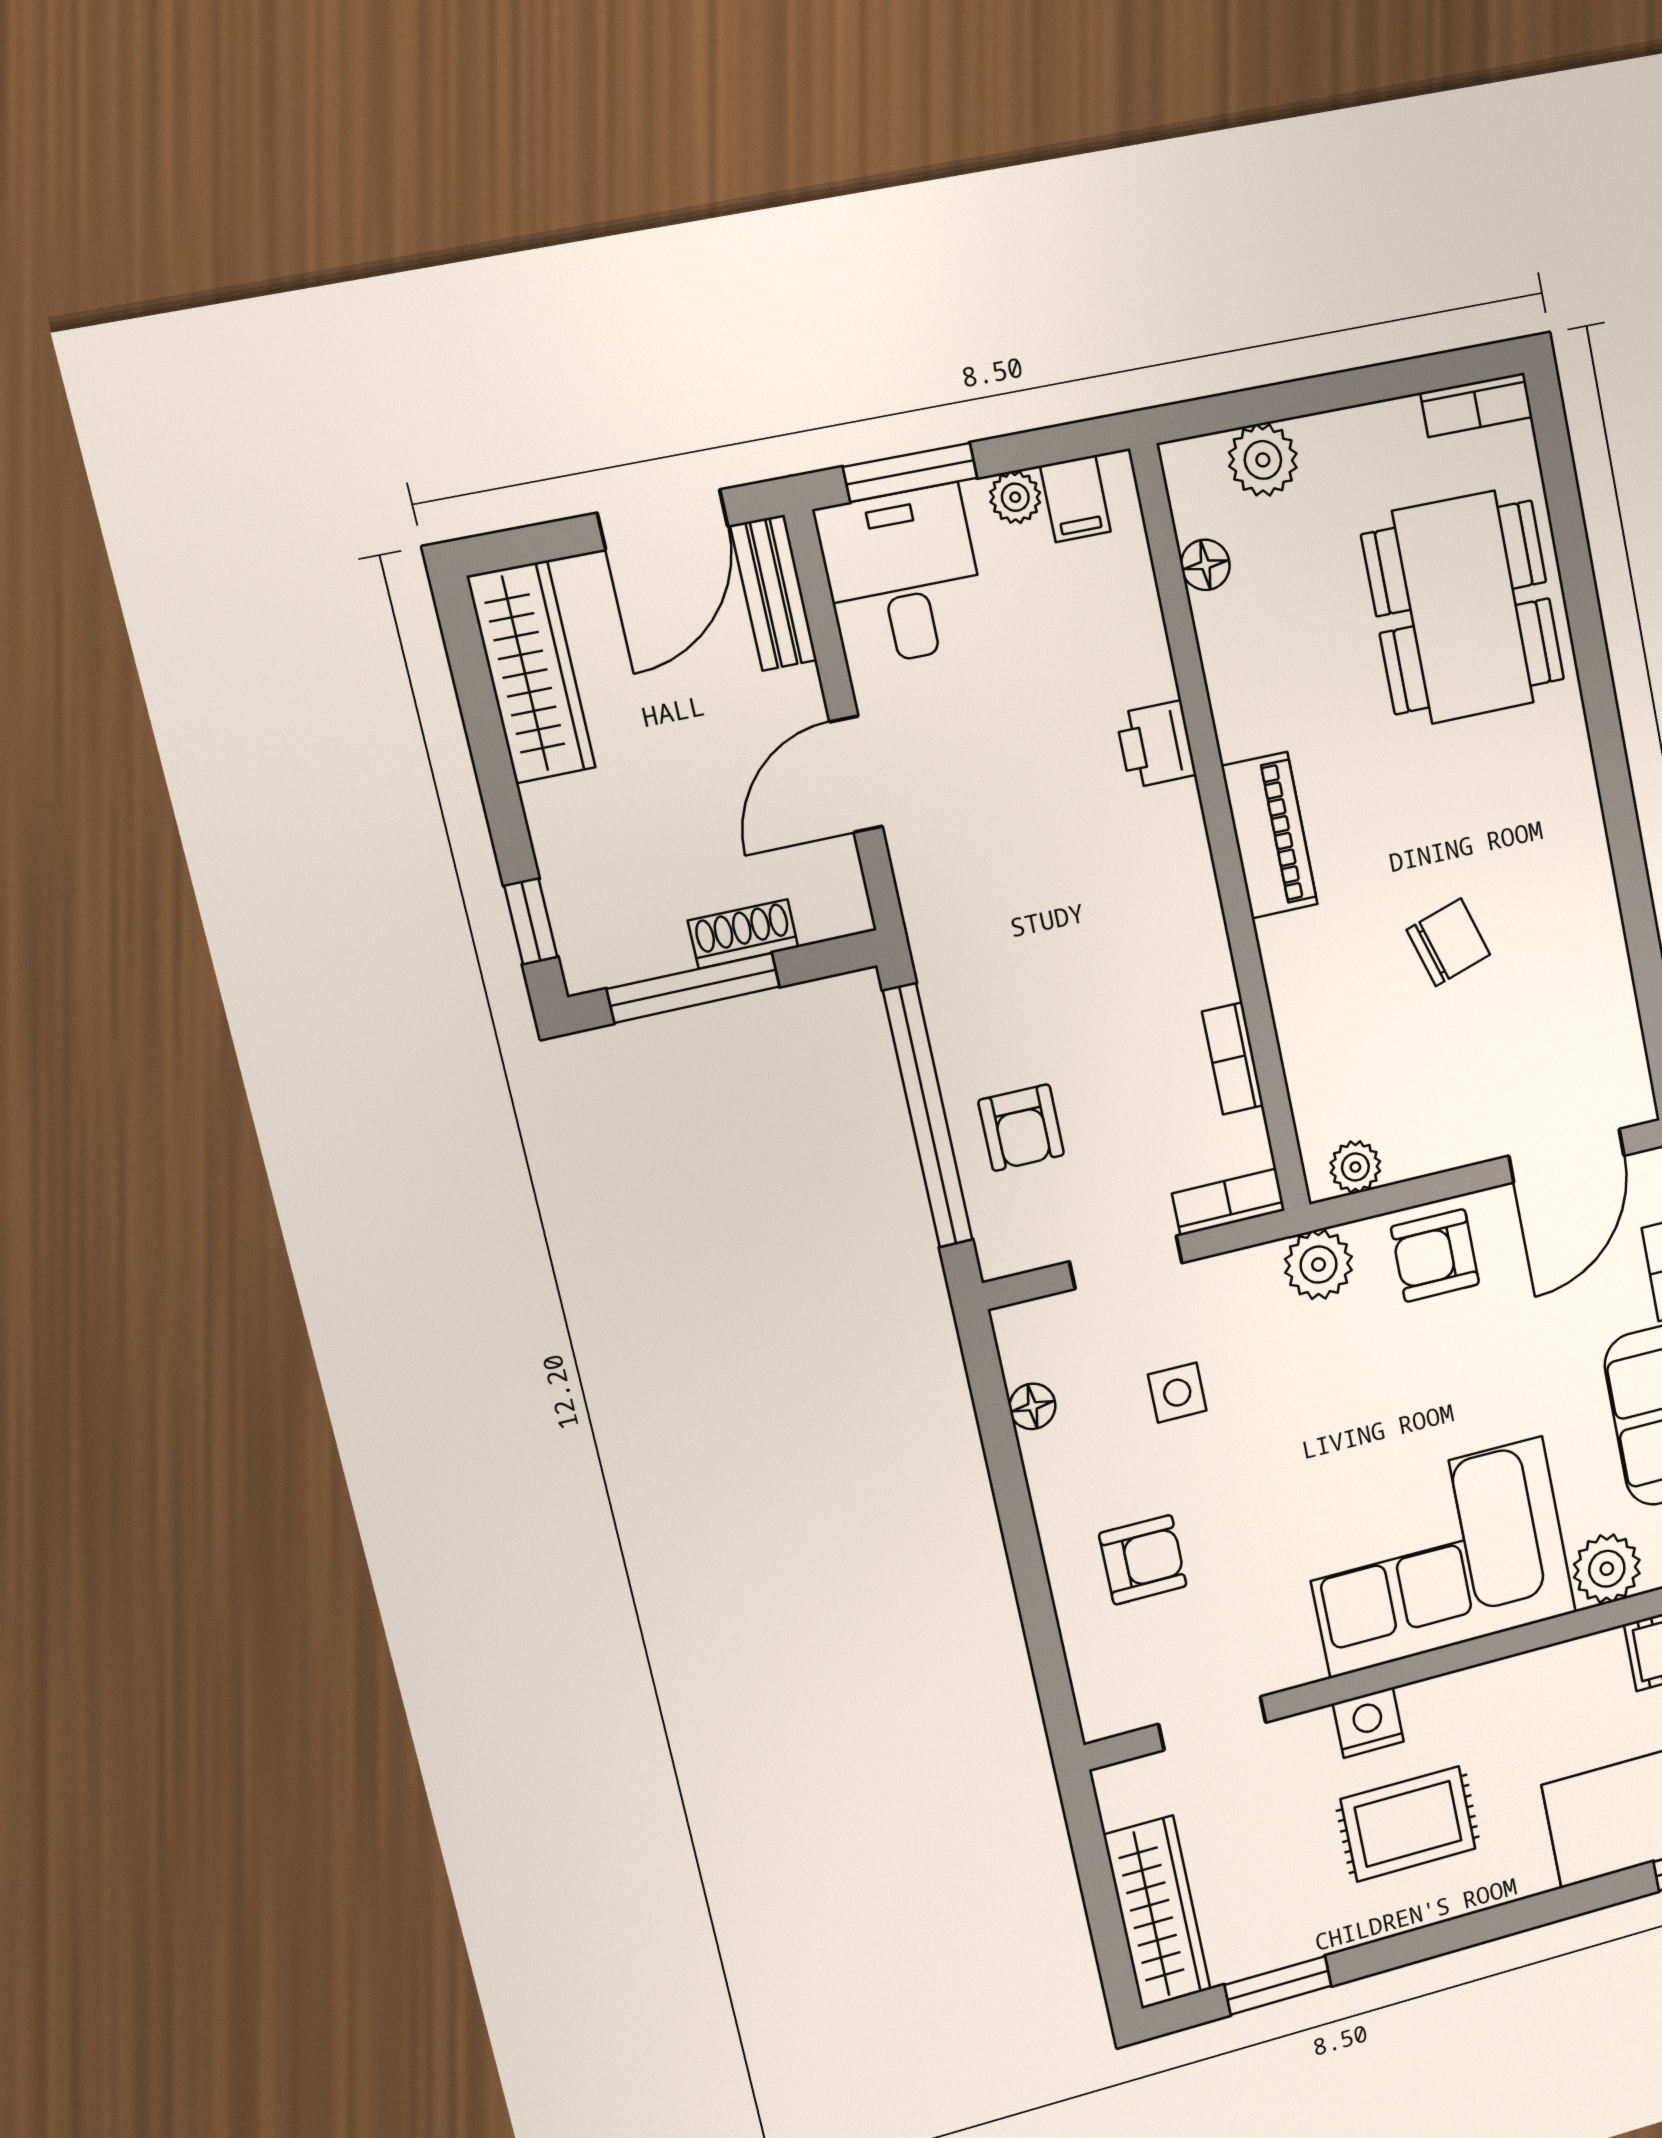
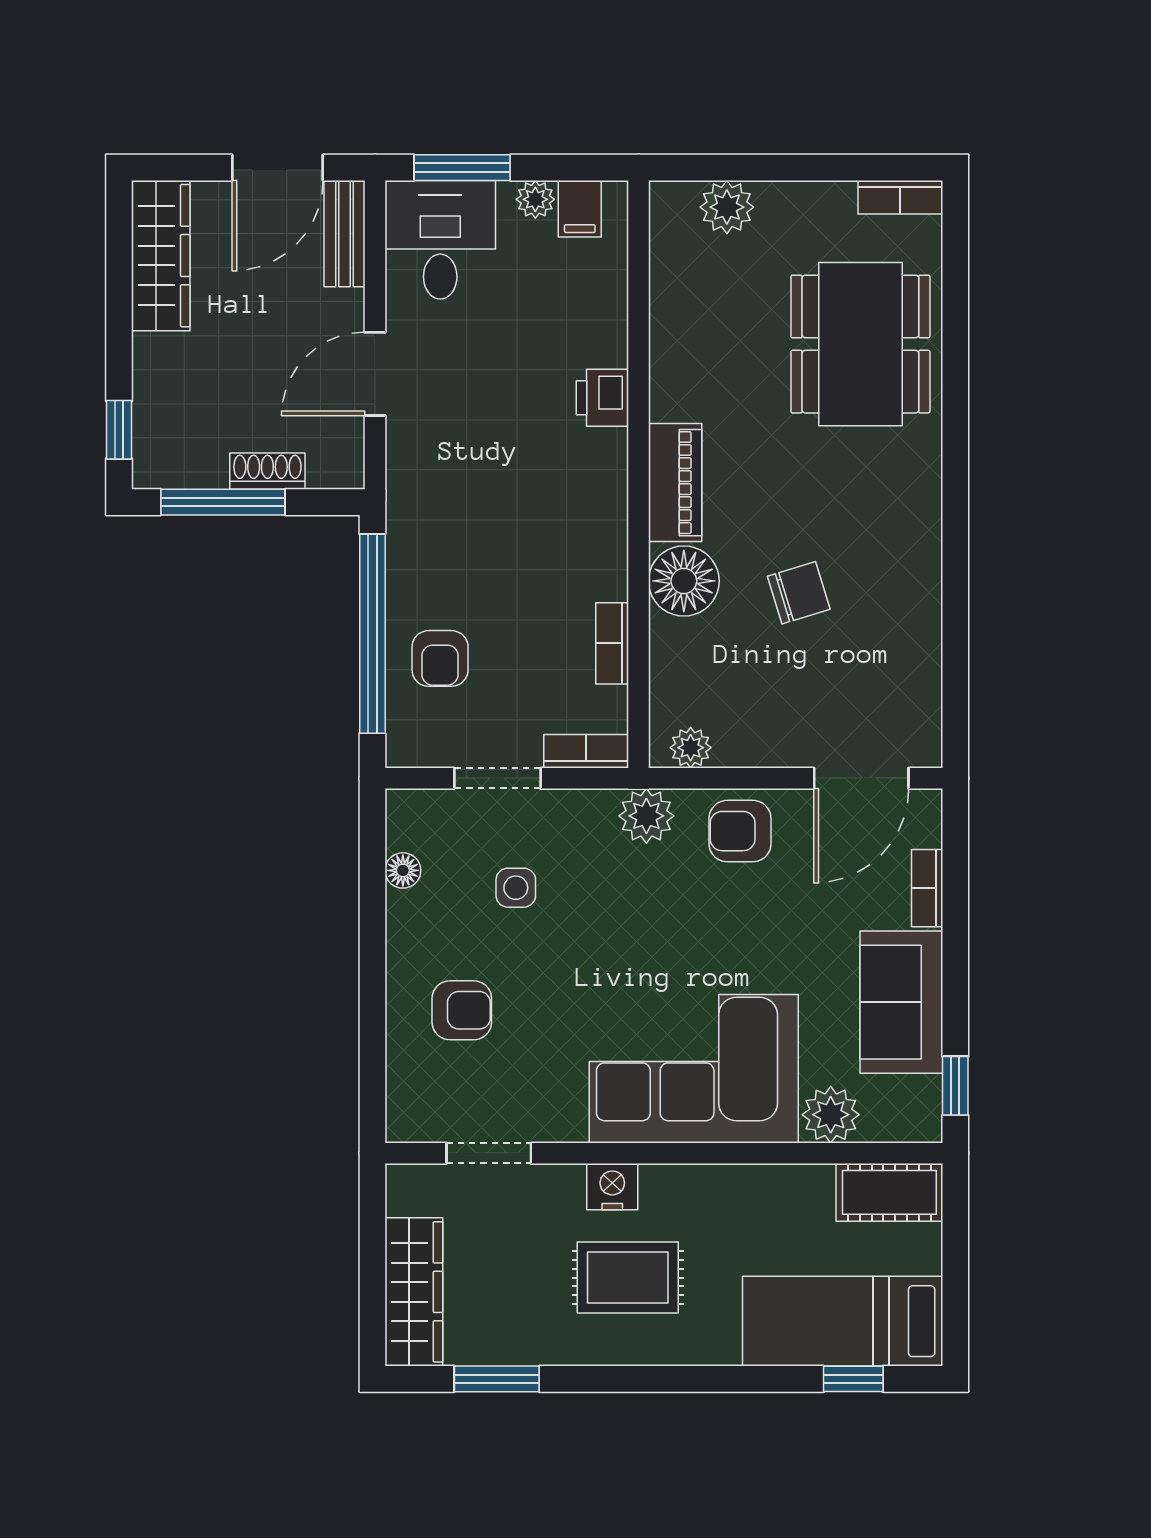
floor lamp: (1205, 565) -> (684, 581), moved, width x1.89, depth x1.89

